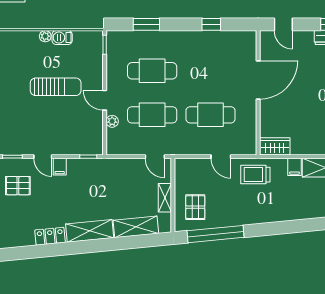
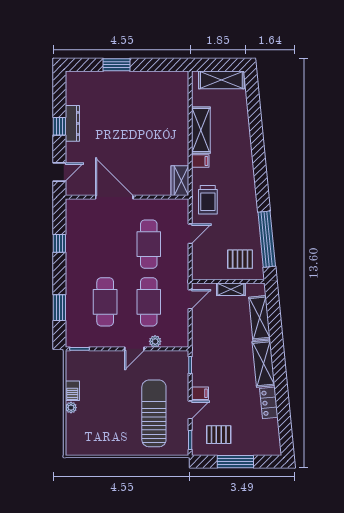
sun lounger: (56, 87) -> (154, 413), moved, width x1.36, depth x1.34
pallet: (18, 186) -> (219, 435), turned 90

